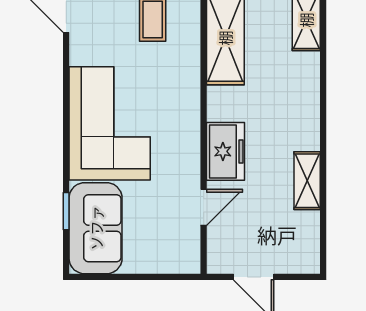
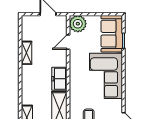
freezer: (225, 151) -> (59, 79), moved
plant: (180, 253) -> (78, 24), added

